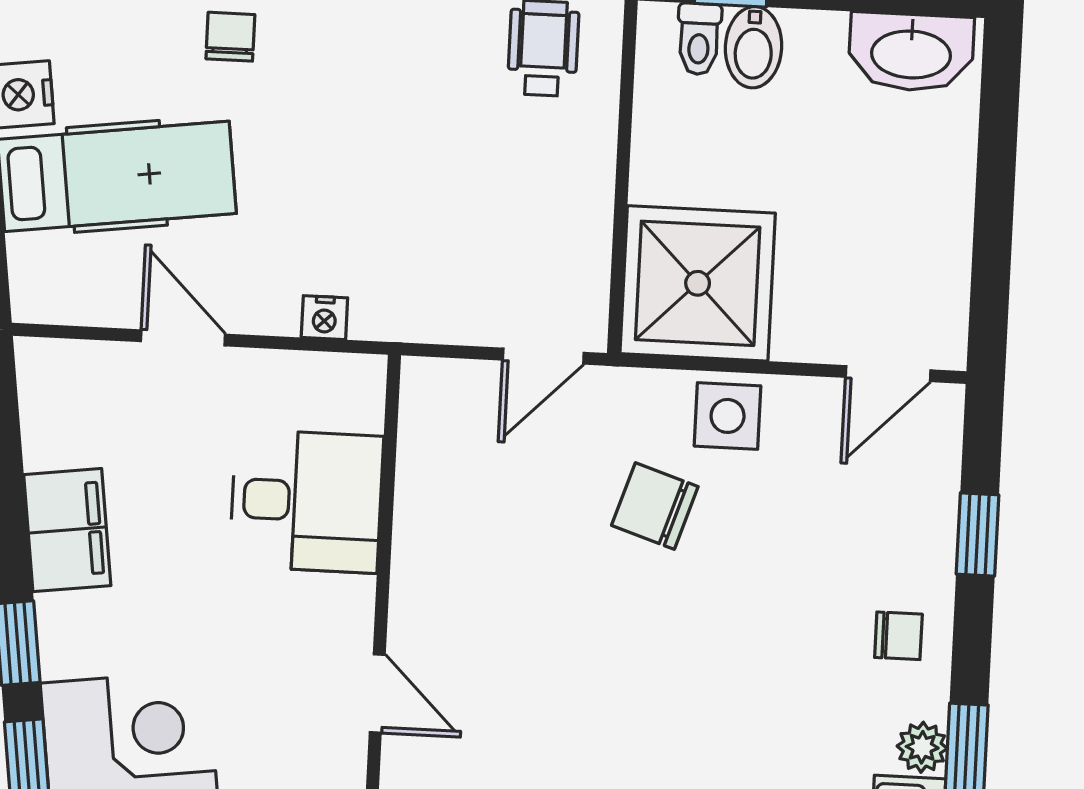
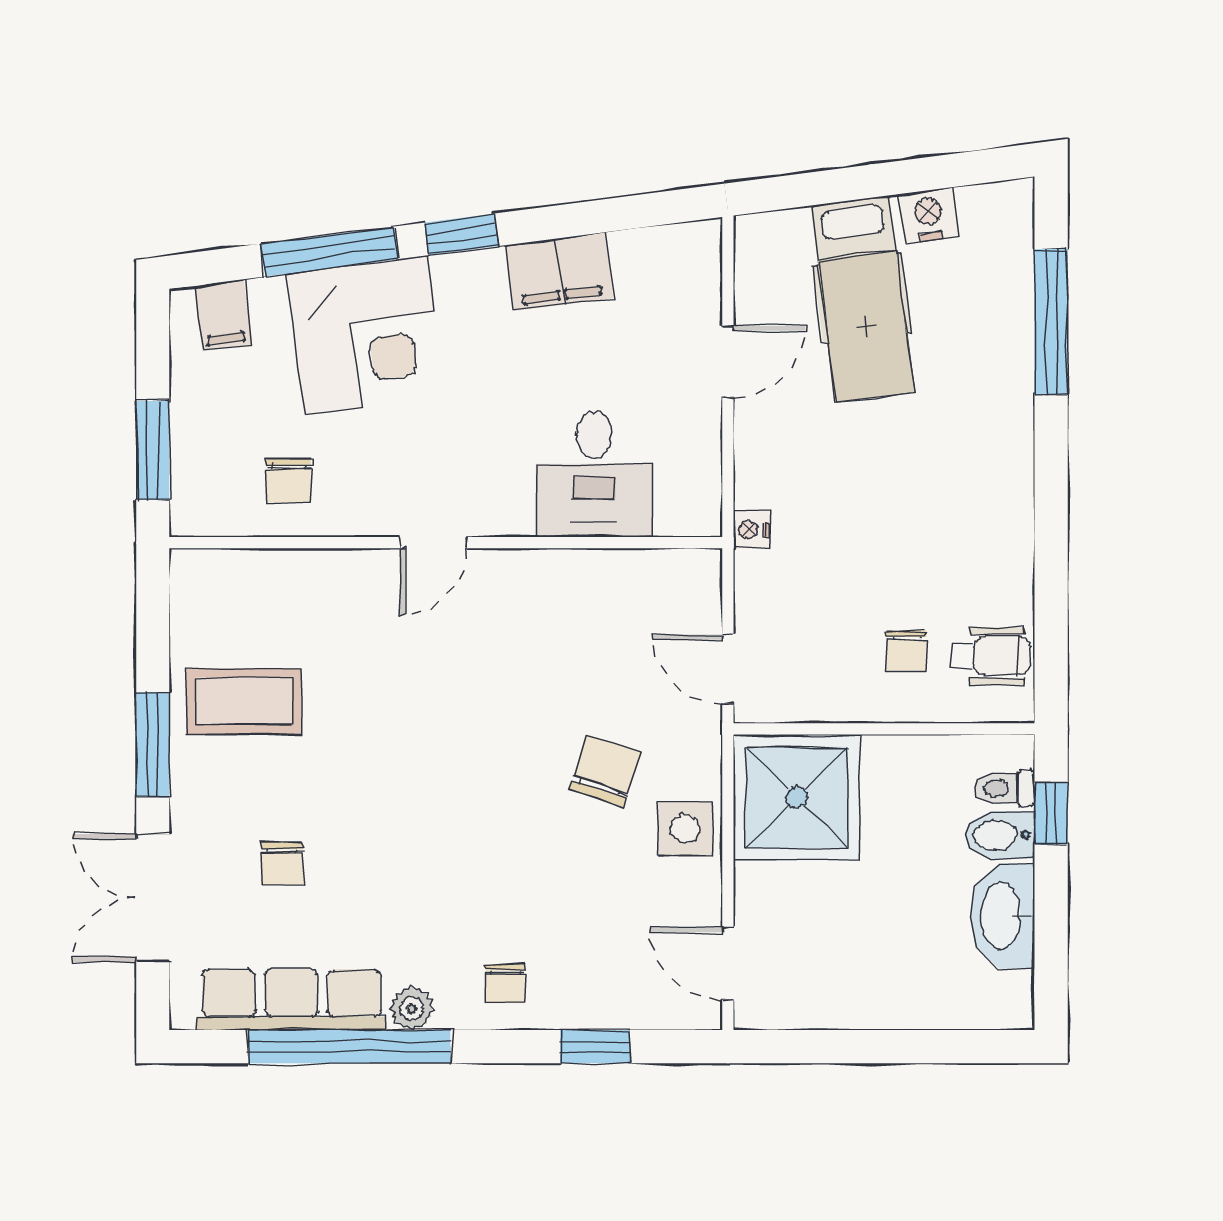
chair: (230, 37) -> (906, 650), moved, turned 90
washbasin: (911, 52) -> (1003, 916), moved
nightstand: (324, 318) -> (751, 530), moved

